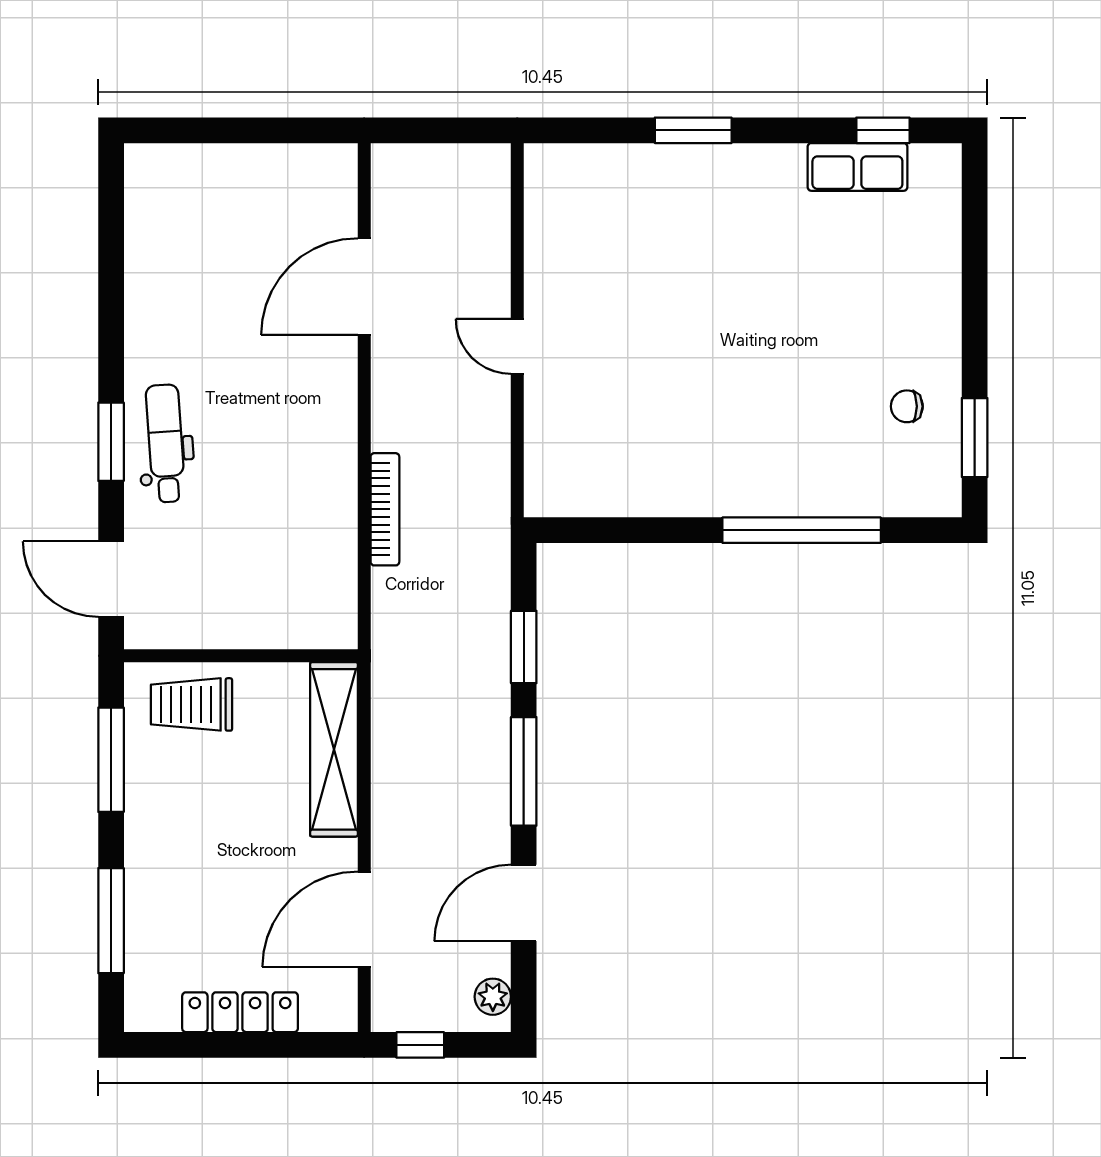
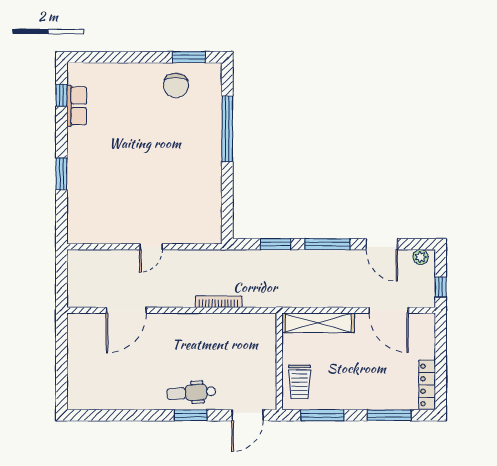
door: (364, 287) -> (126, 310), hinge flipped
chair: (907, 406) -> (176, 85), width x1.87, depth x1.87
locker: (240, 1012) -> (427, 385), moved

